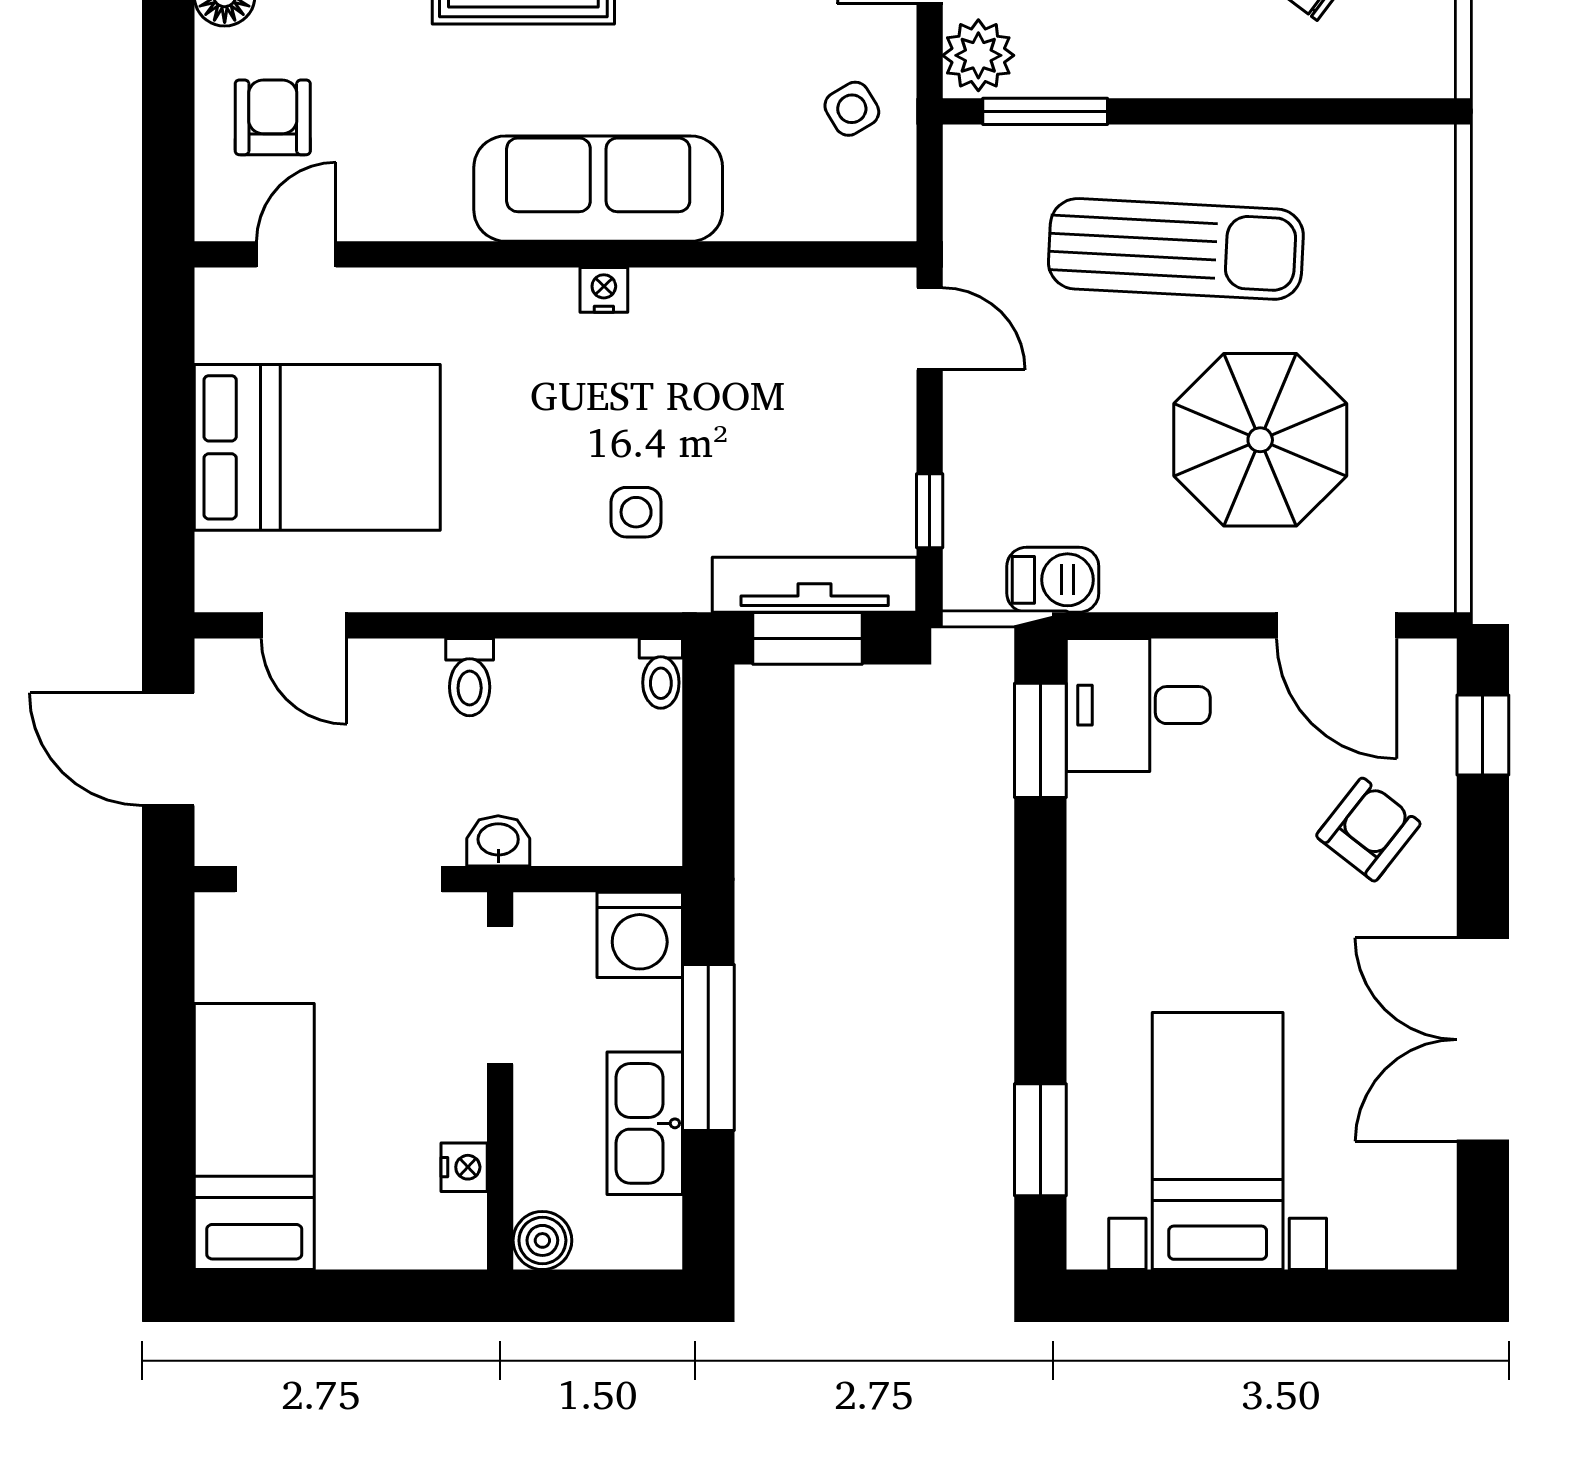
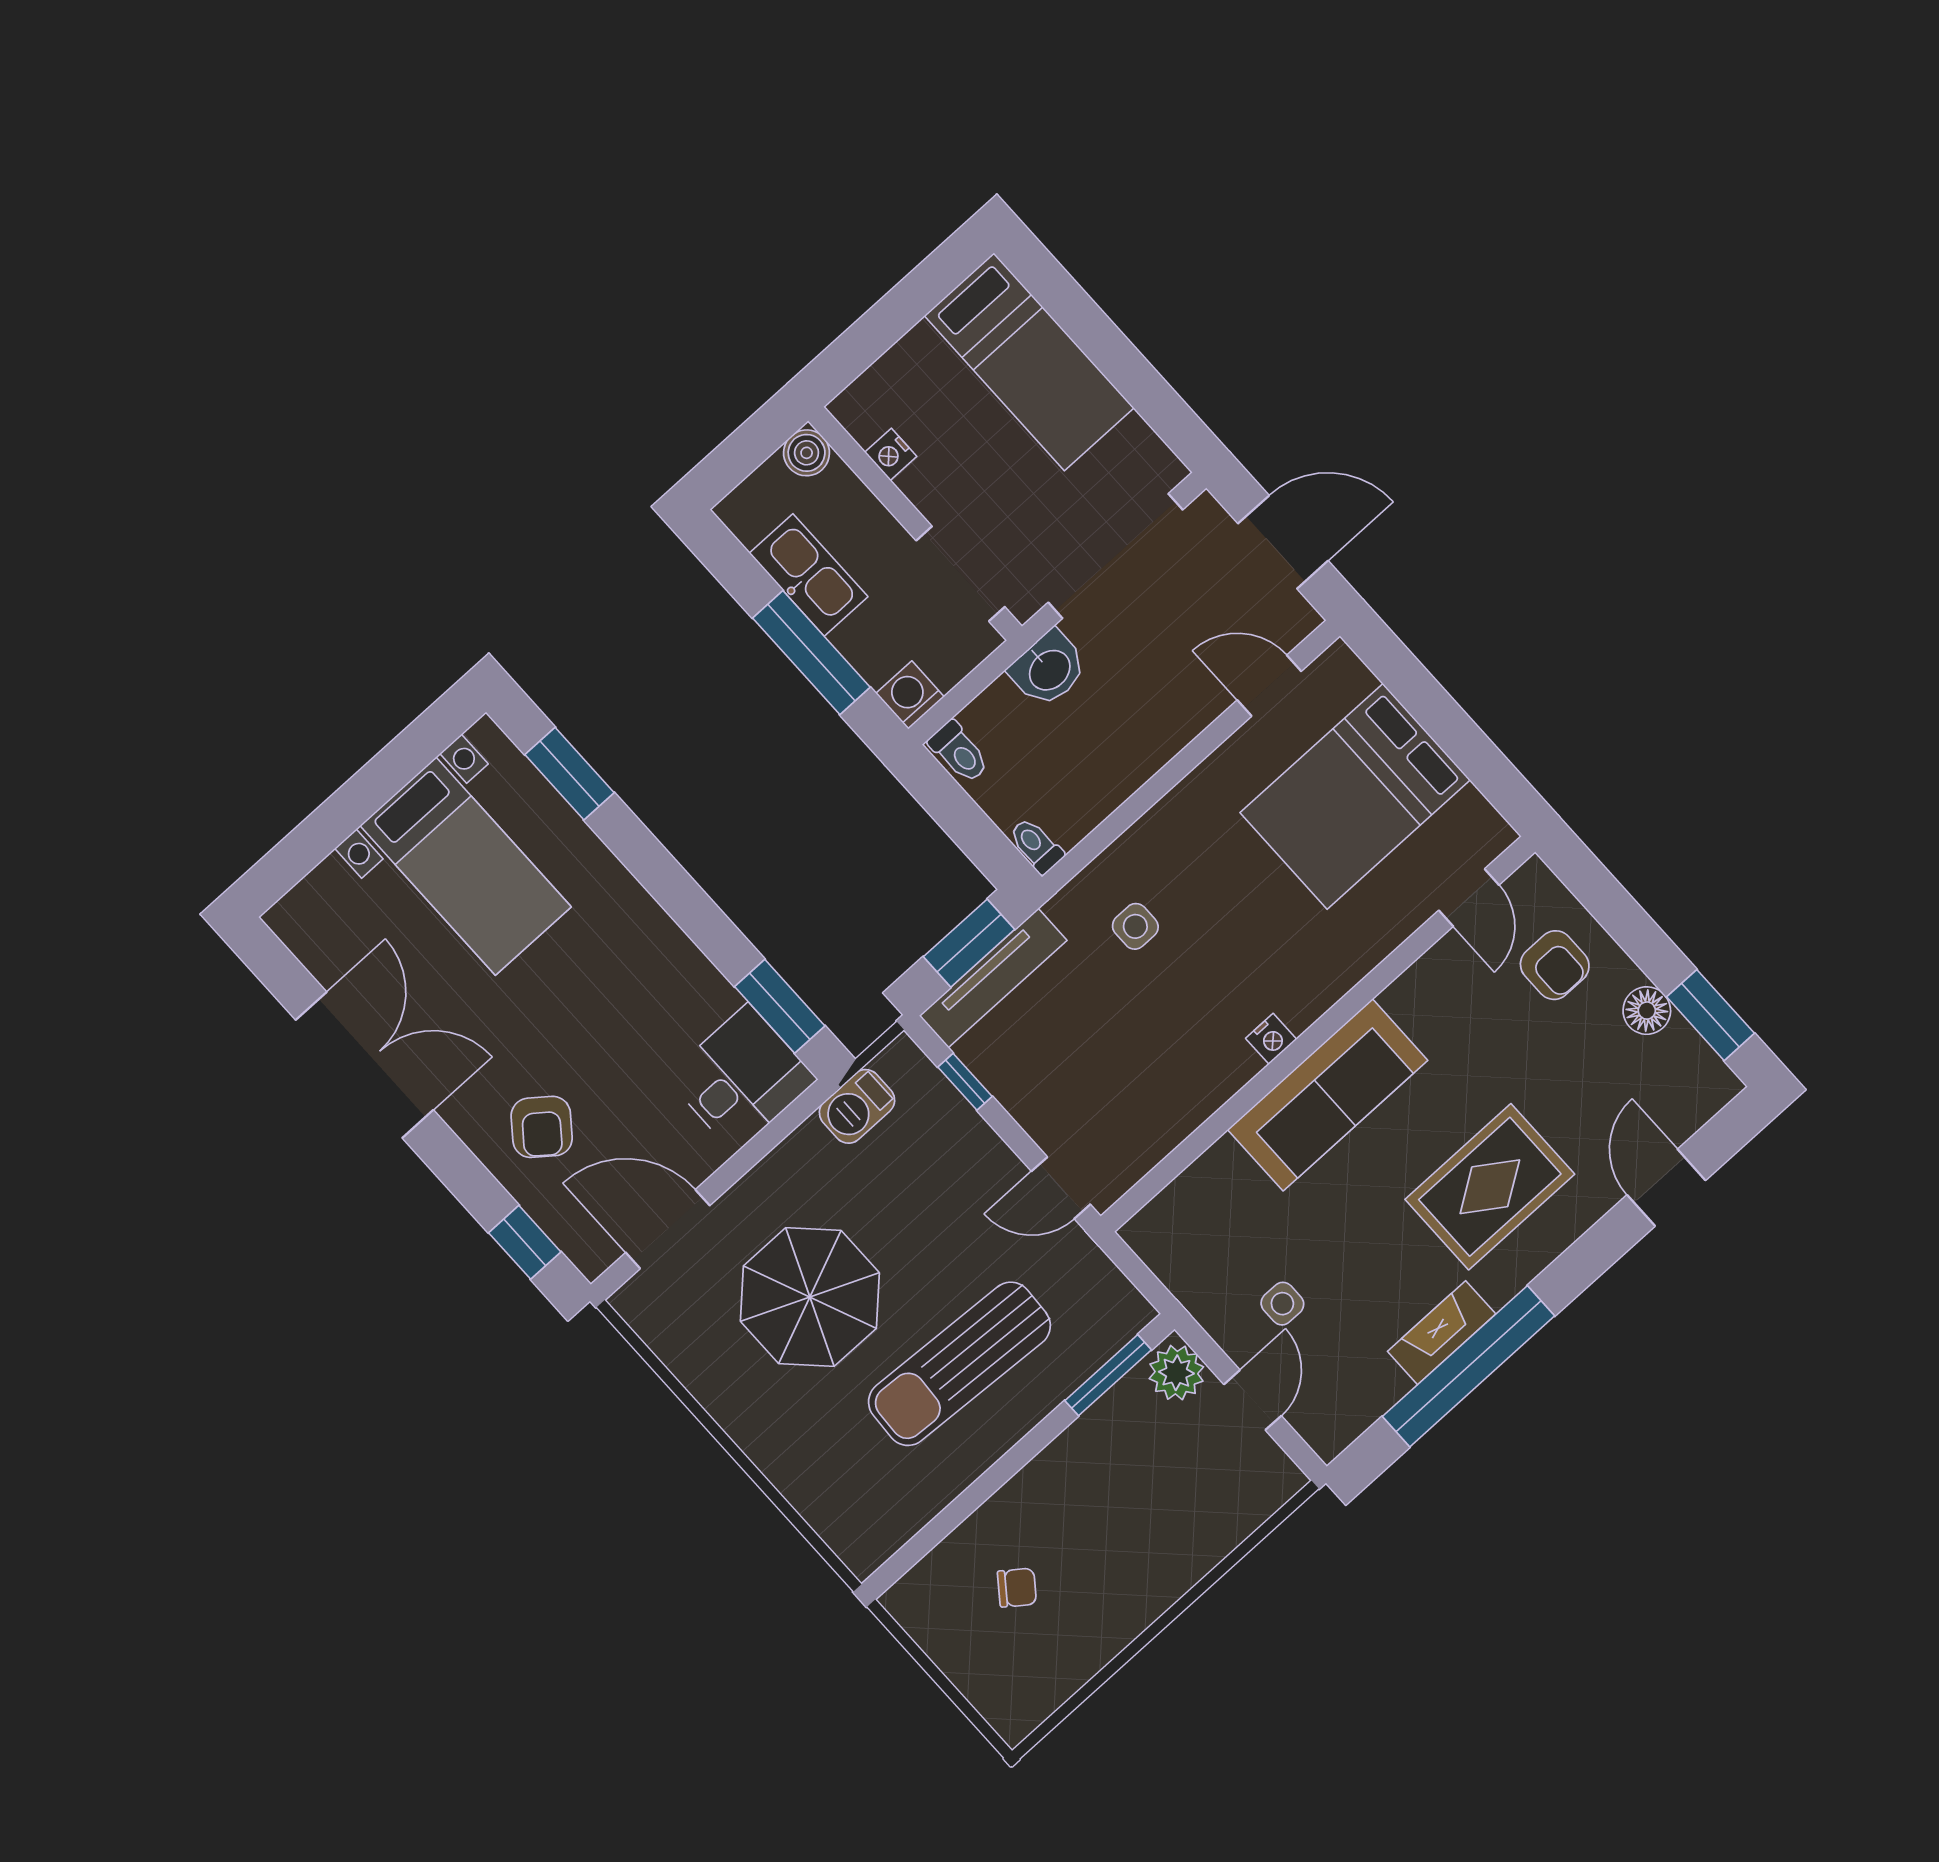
side table: (852, 109) -> (1282, 1304), moved, turned 31
toilet: (470, 677) -> (959, 752), moved, turned 180
washbasin: (498, 841) -> (1049, 669), width x1.38, depth x1.45
washing machine: (640, 935) -> (910, 695), width x0.73, depth x0.73

